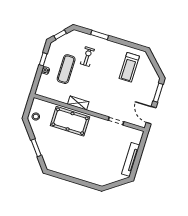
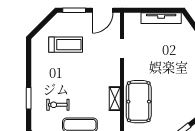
treadmill: (129, 67) -> (66, 45), moved

